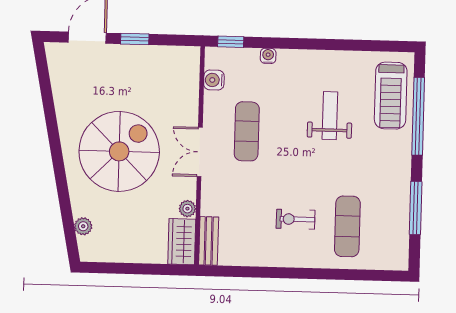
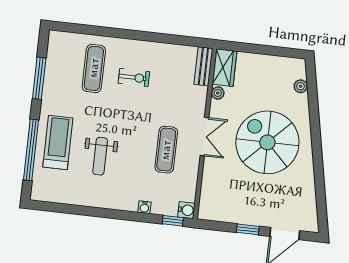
water cooler: (214, 80) -> (186, 210), moved
treadmill: (391, 96) -> (58, 142), moved
spiral stairs: (119, 151) -> (267, 142), turned 90

